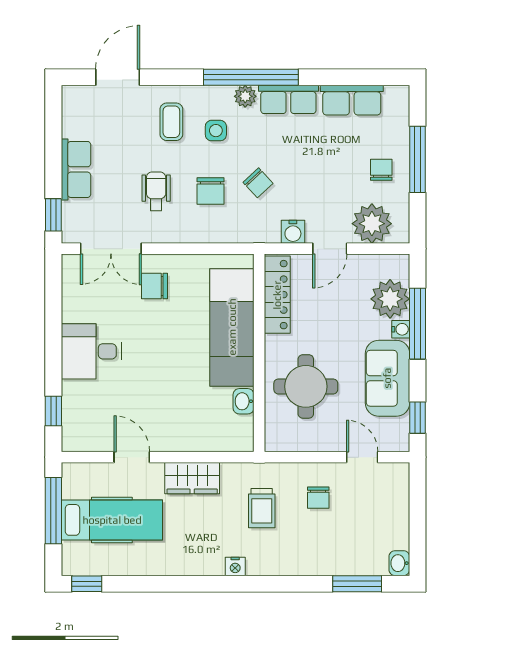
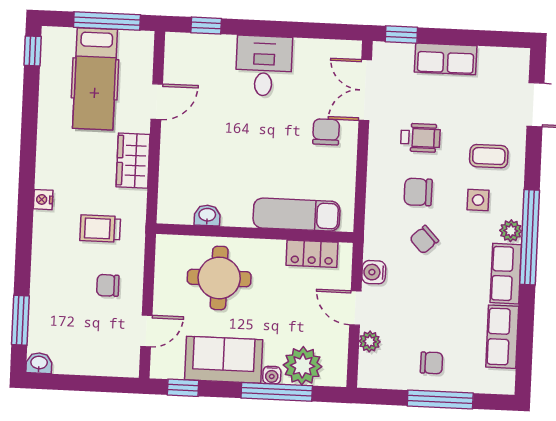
plant: (372, 224) -> (370, 341), width x0.53, depth x0.53
locker: (277, 295) -> (312, 254), width x0.66
exam couch: (232, 327) -> (297, 215), width x0.73, depth x0.69

